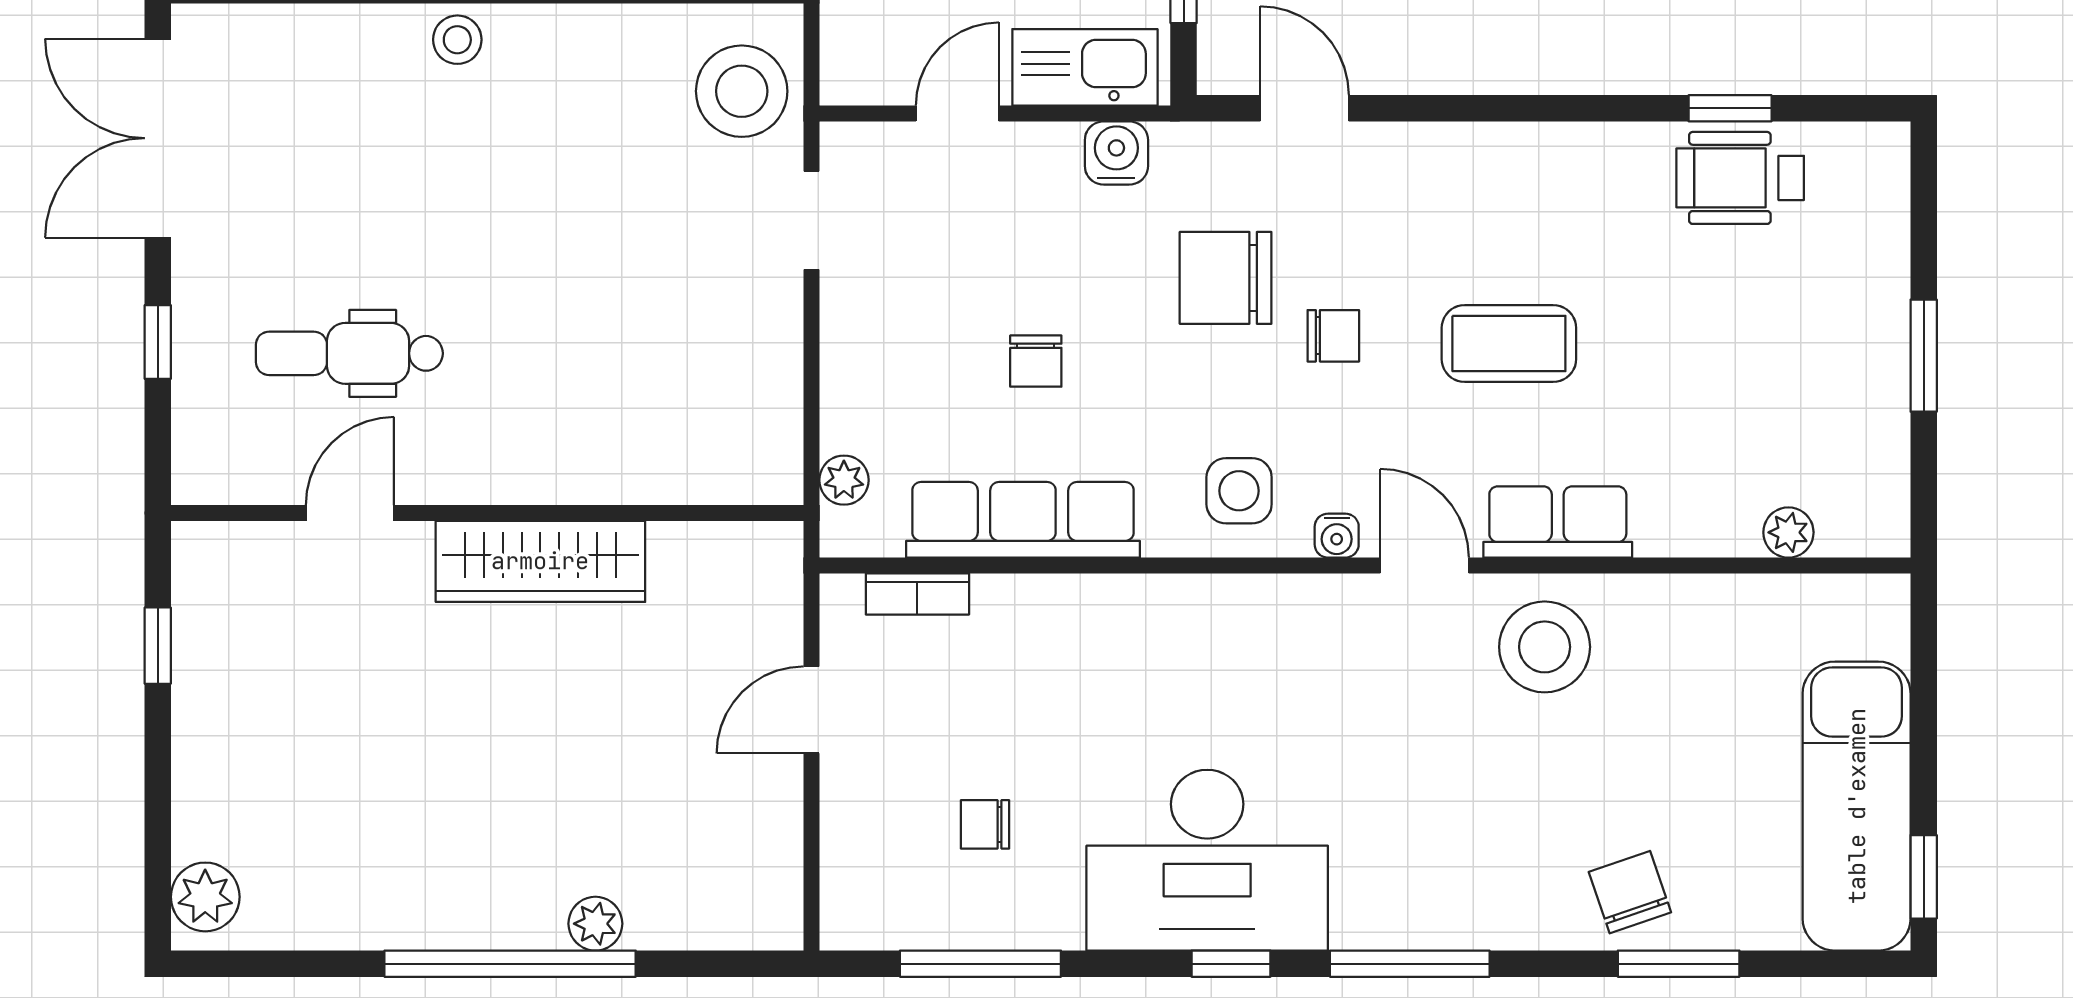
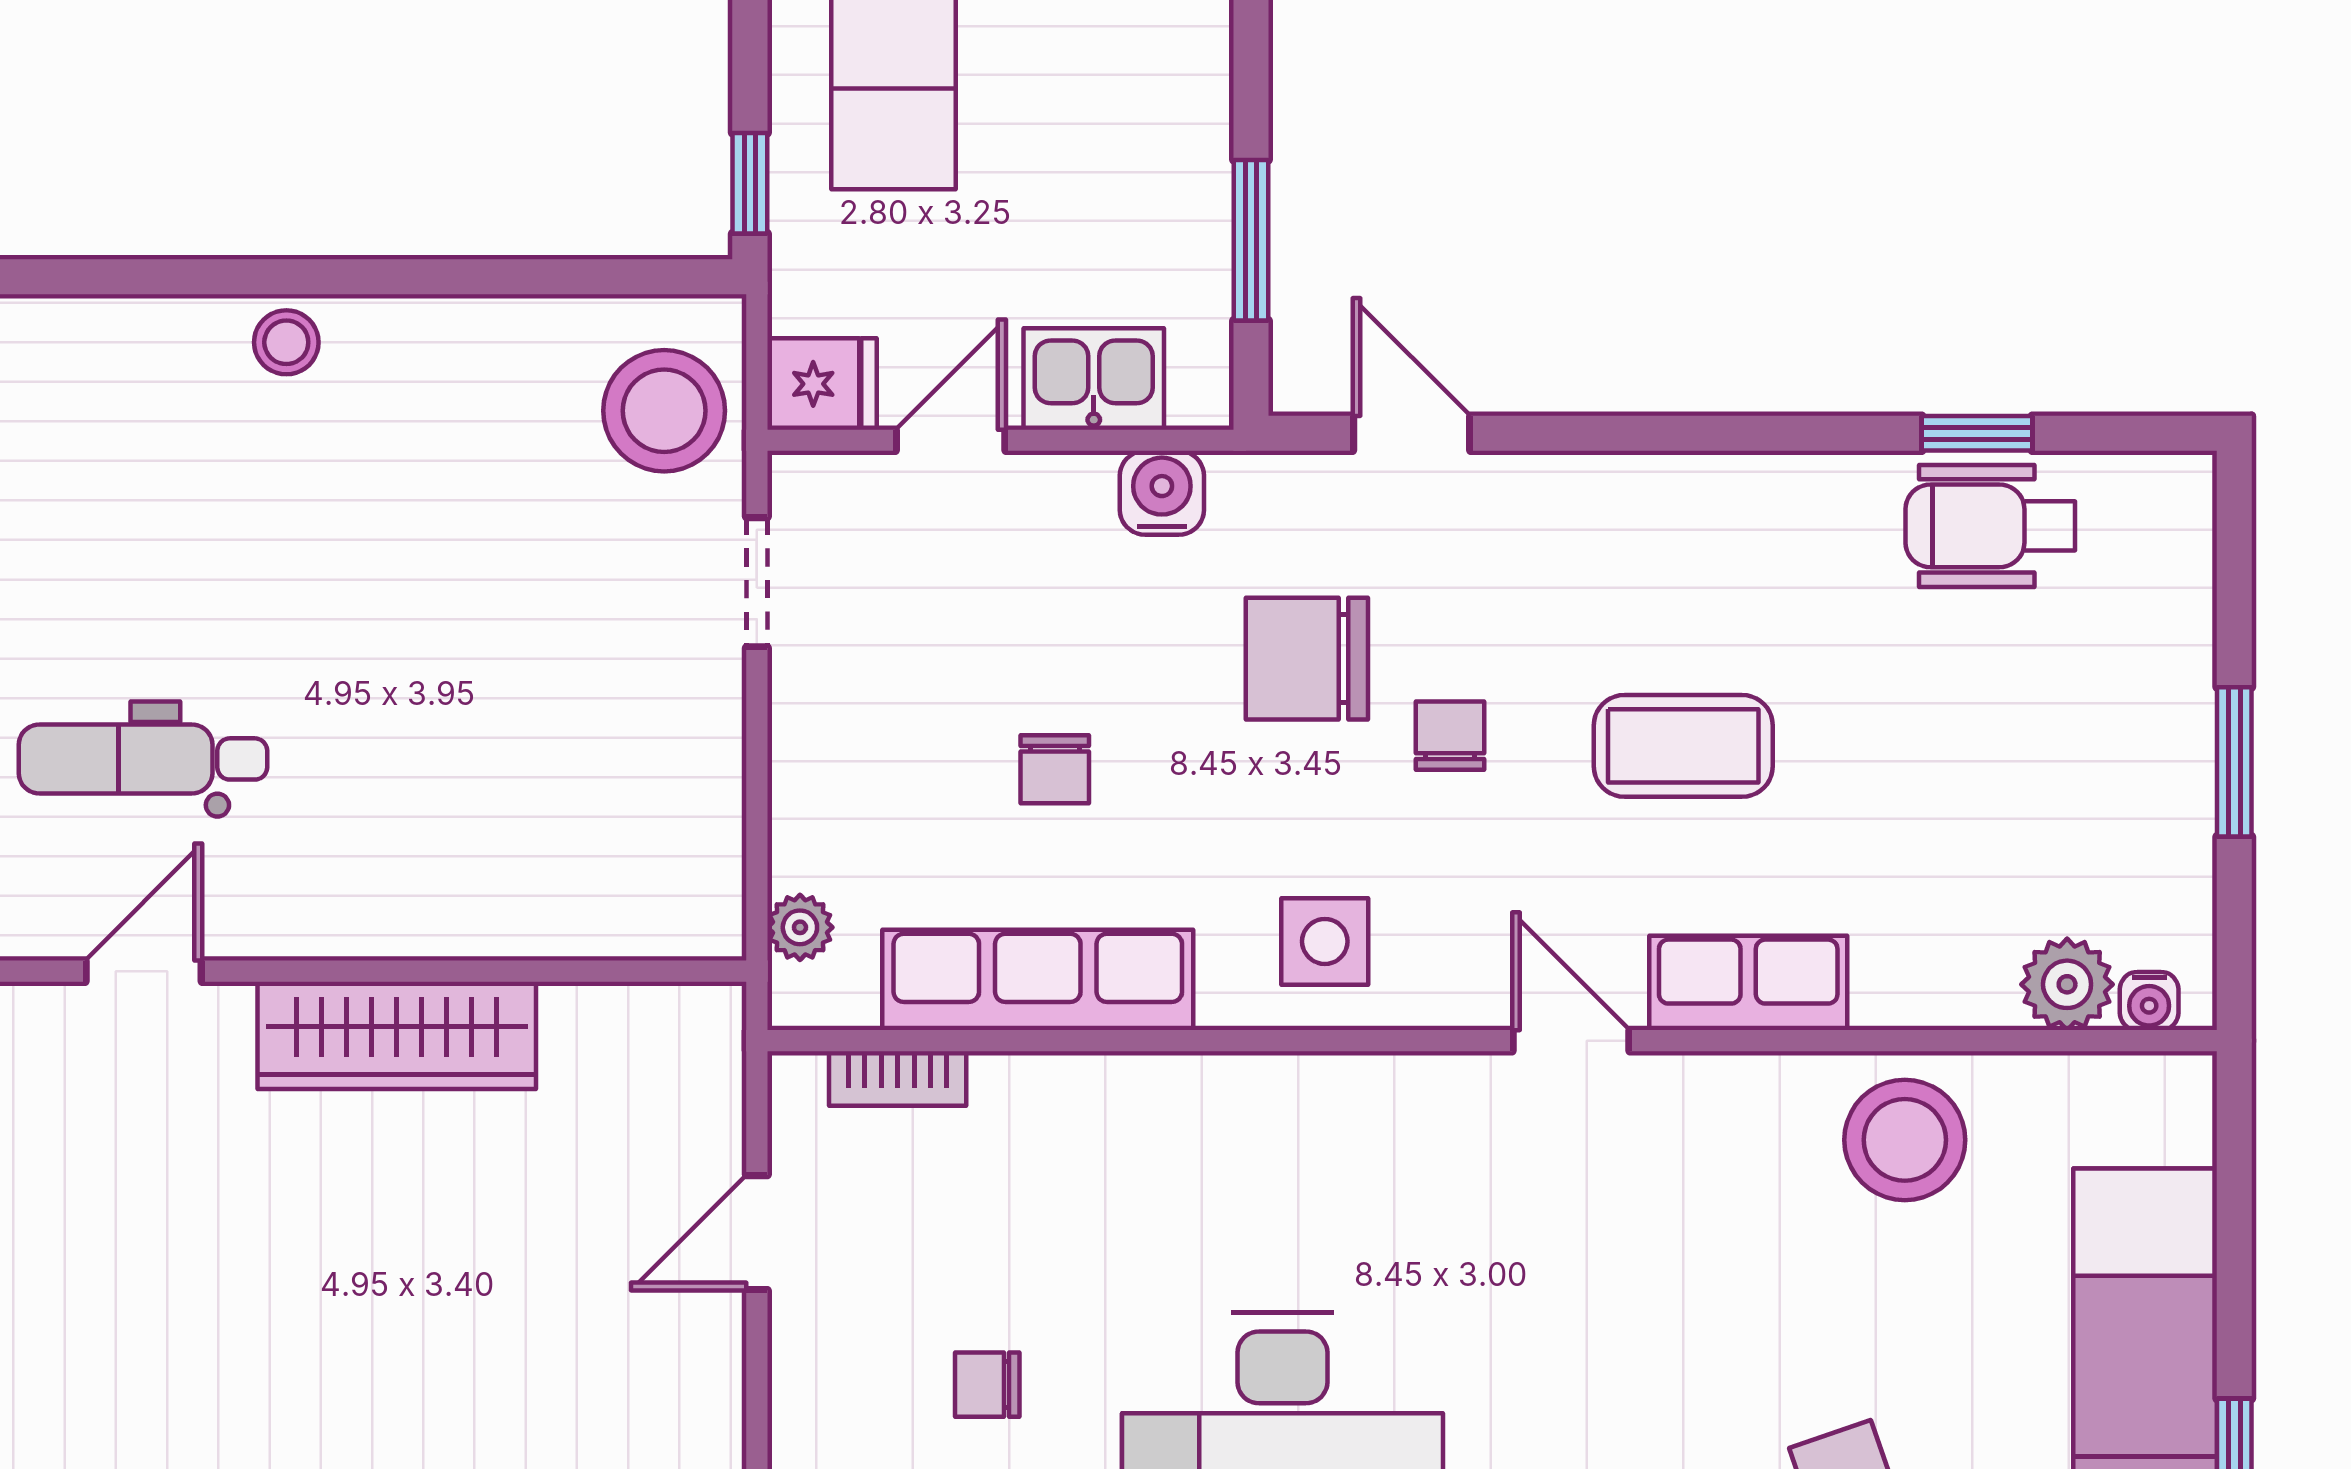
kitchen sink: (1085, 67) -> (1094, 379), width x0.73
fridge: (861, 71) -> (822, 384), added
chair: (1333, 336) -> (1450, 736), turned -90
plant: (1788, 532) -> (2067, 984), width x1.38, depth x1.38
water cooler: (1337, 536) -> (2149, 1001), moved
stool: (1545, 647) -> (1905, 1140), moved

